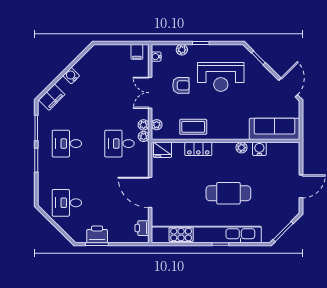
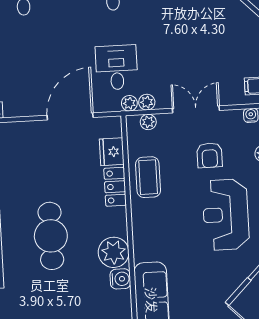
plant: (242, 148) -> (114, 252), width x1.87, depth x1.87
fridge: (163, 150) -> (112, 152), moved
door: (150, 192) -> (70, 116), moved

